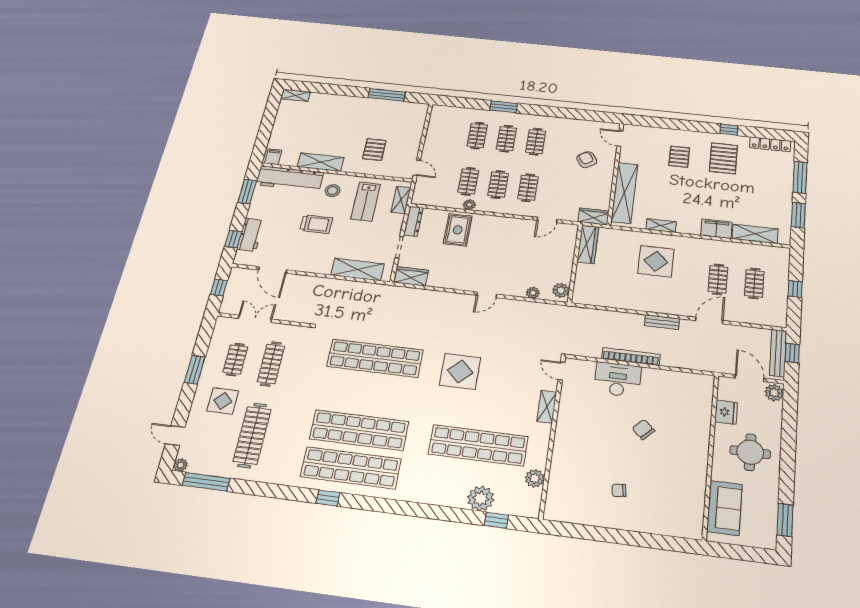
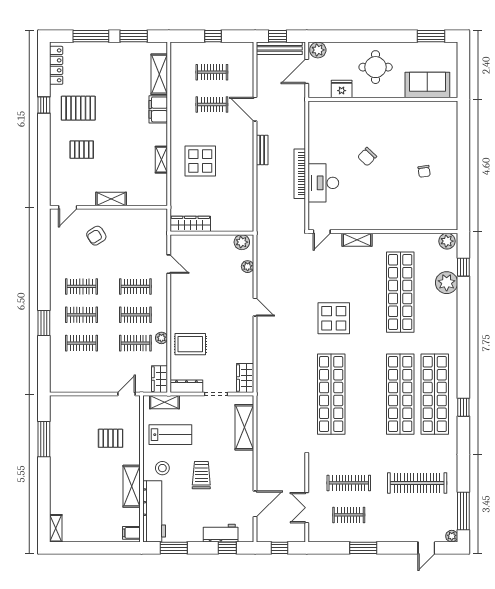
shelving: (624, 193) -> (111, 199), width x0.45, depth x0.75
wardrobe: (593, 217) -> (160, 379), moved
display table: (223, 401) -> (389, 516), removed
plant: (535, 478) -> (447, 241), moved

